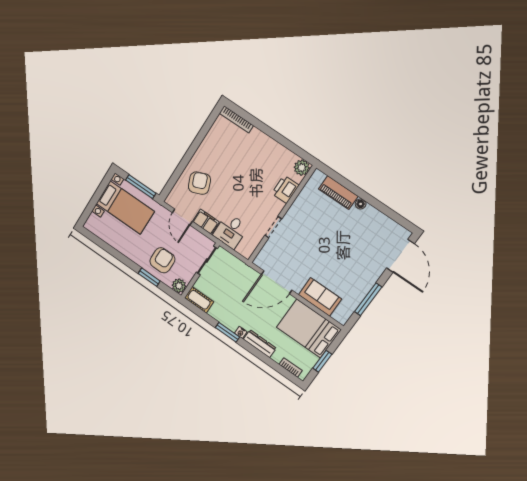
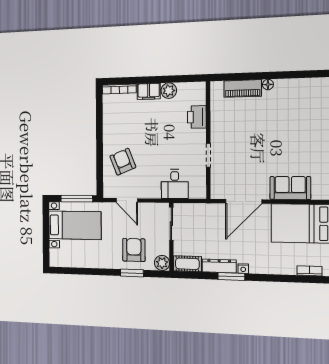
plant: (302, 168) -> (169, 91), moved
filing cabinet: (206, 222) -> (149, 91), moved, turned 180
dresser: (260, 344) -> (219, 266), moved

